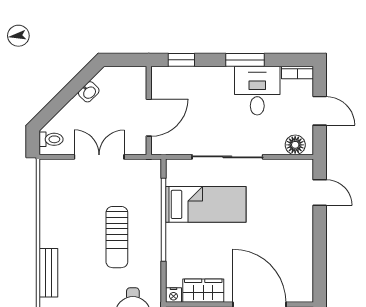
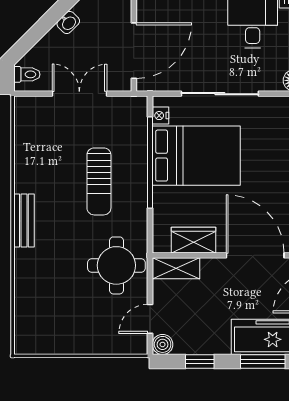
door: (149, 118) -> (134, 51), width x1.36
bed: (206, 204) -> (196, 156), width x1.50
nightstand: (173, 295) -> (160, 116), moved, turned 90

